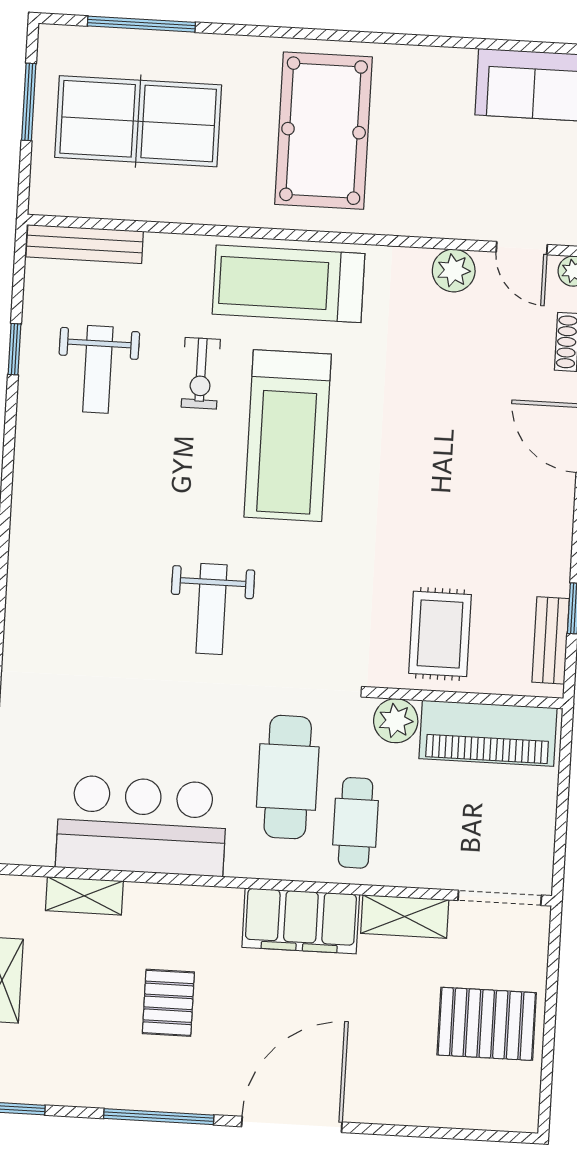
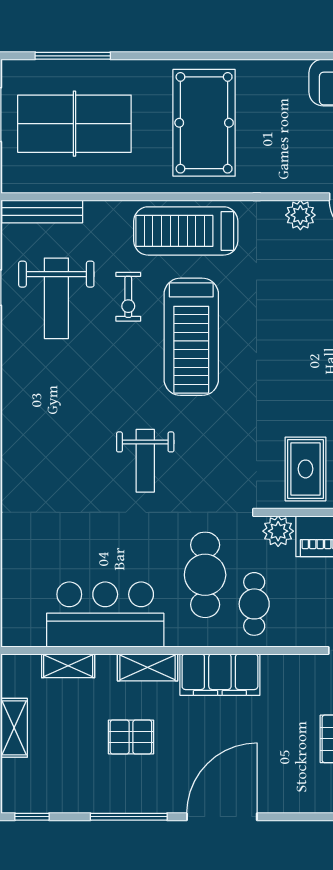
weight bench: (98, 369) -> (56, 298), width x1.36, depth x1.33
shelving: (405, 917) -> (148, 667), moved
pallet: (168, 1003) -> (131, 737), turned 90

